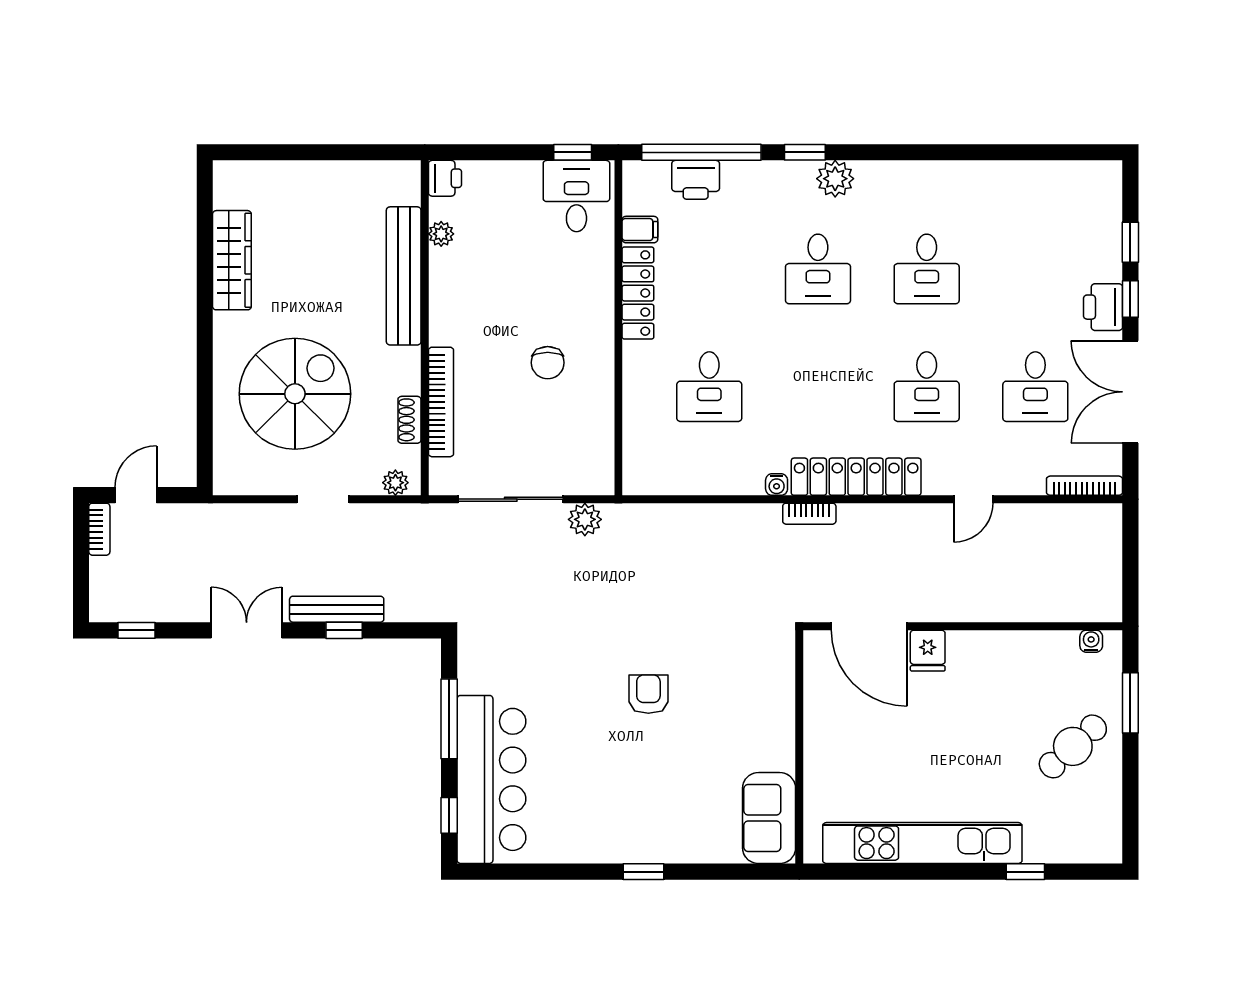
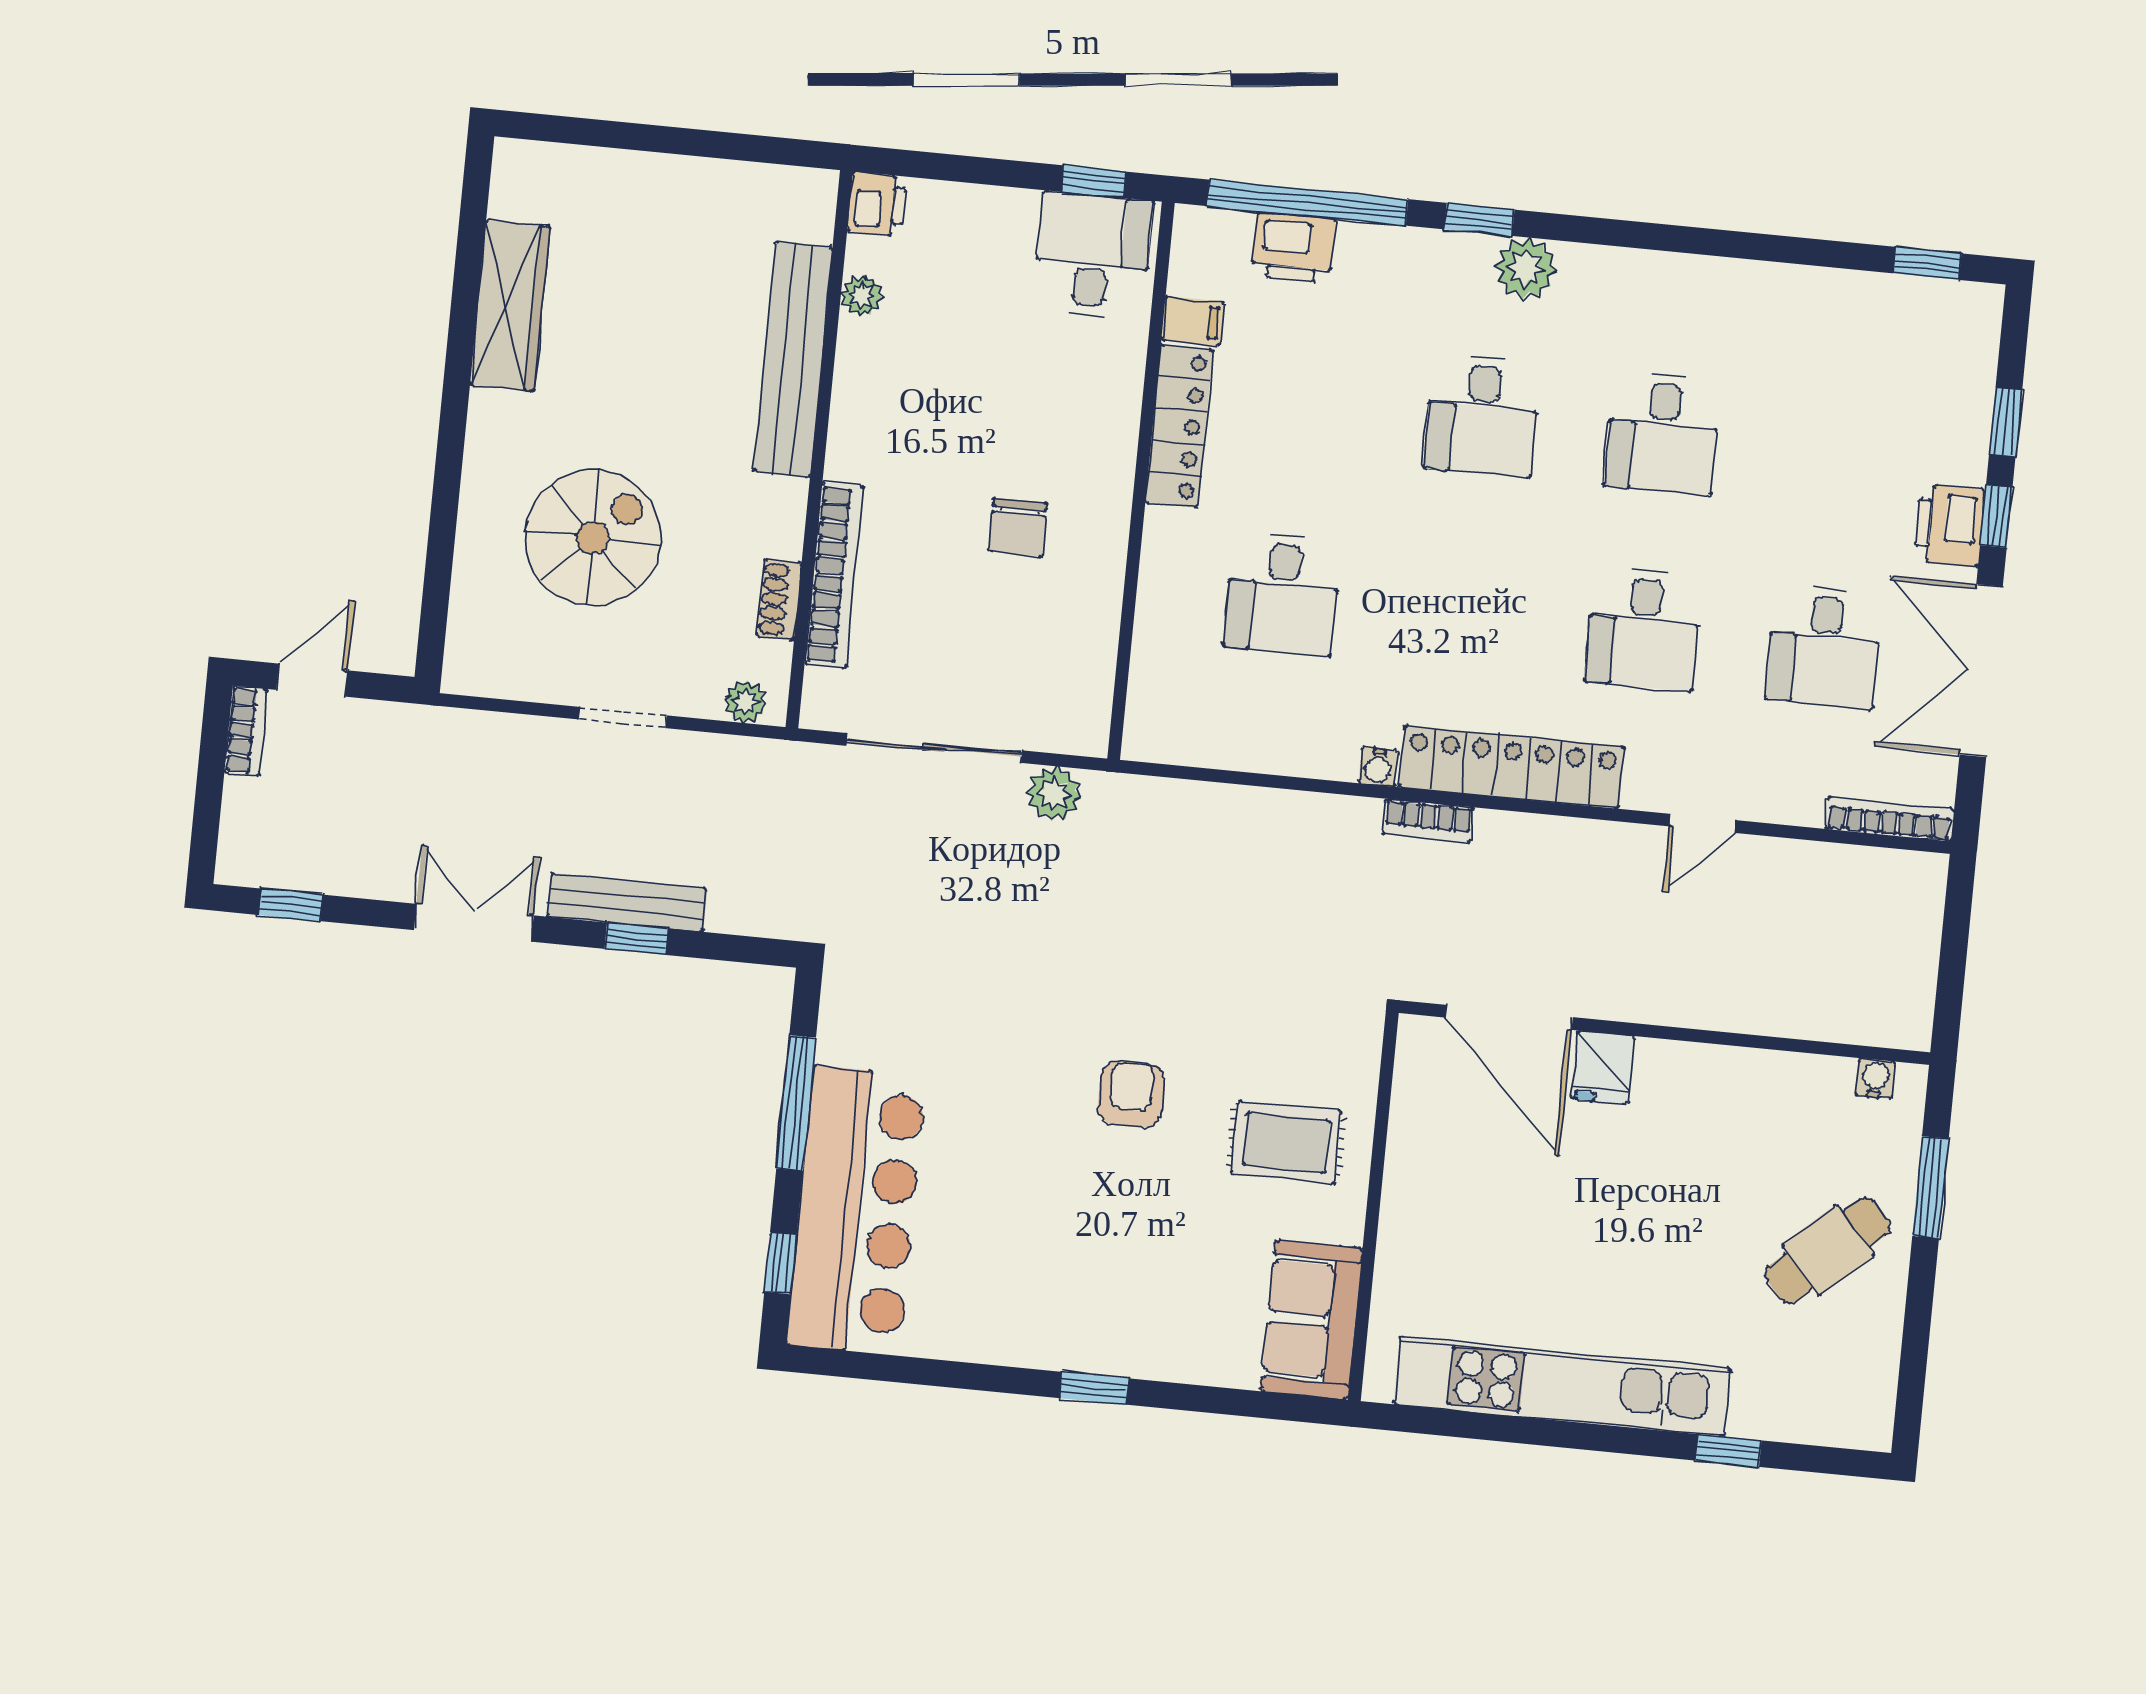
window: (1074, 152) -> (1927, 263), added
spiral stairs: (295, 394) -> (593, 538), width x0.73, depth x0.73
rug: (744, 714) -> (1286, 1142), added

